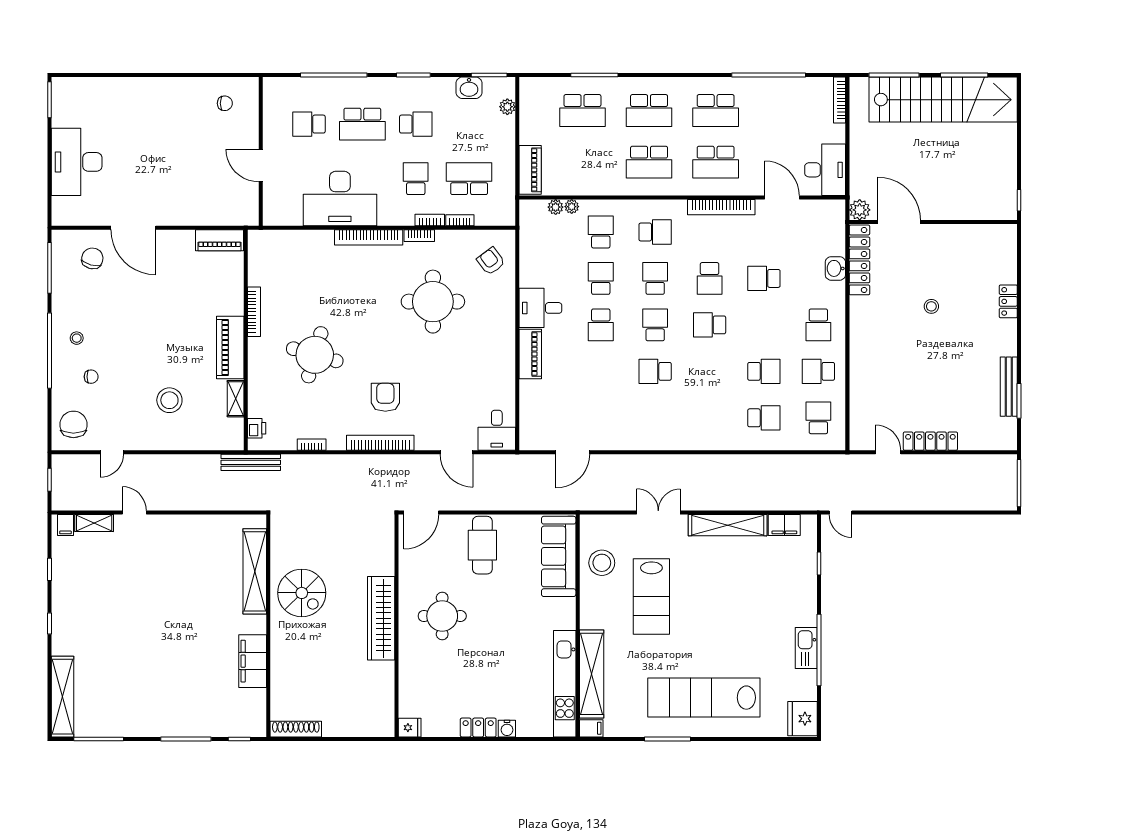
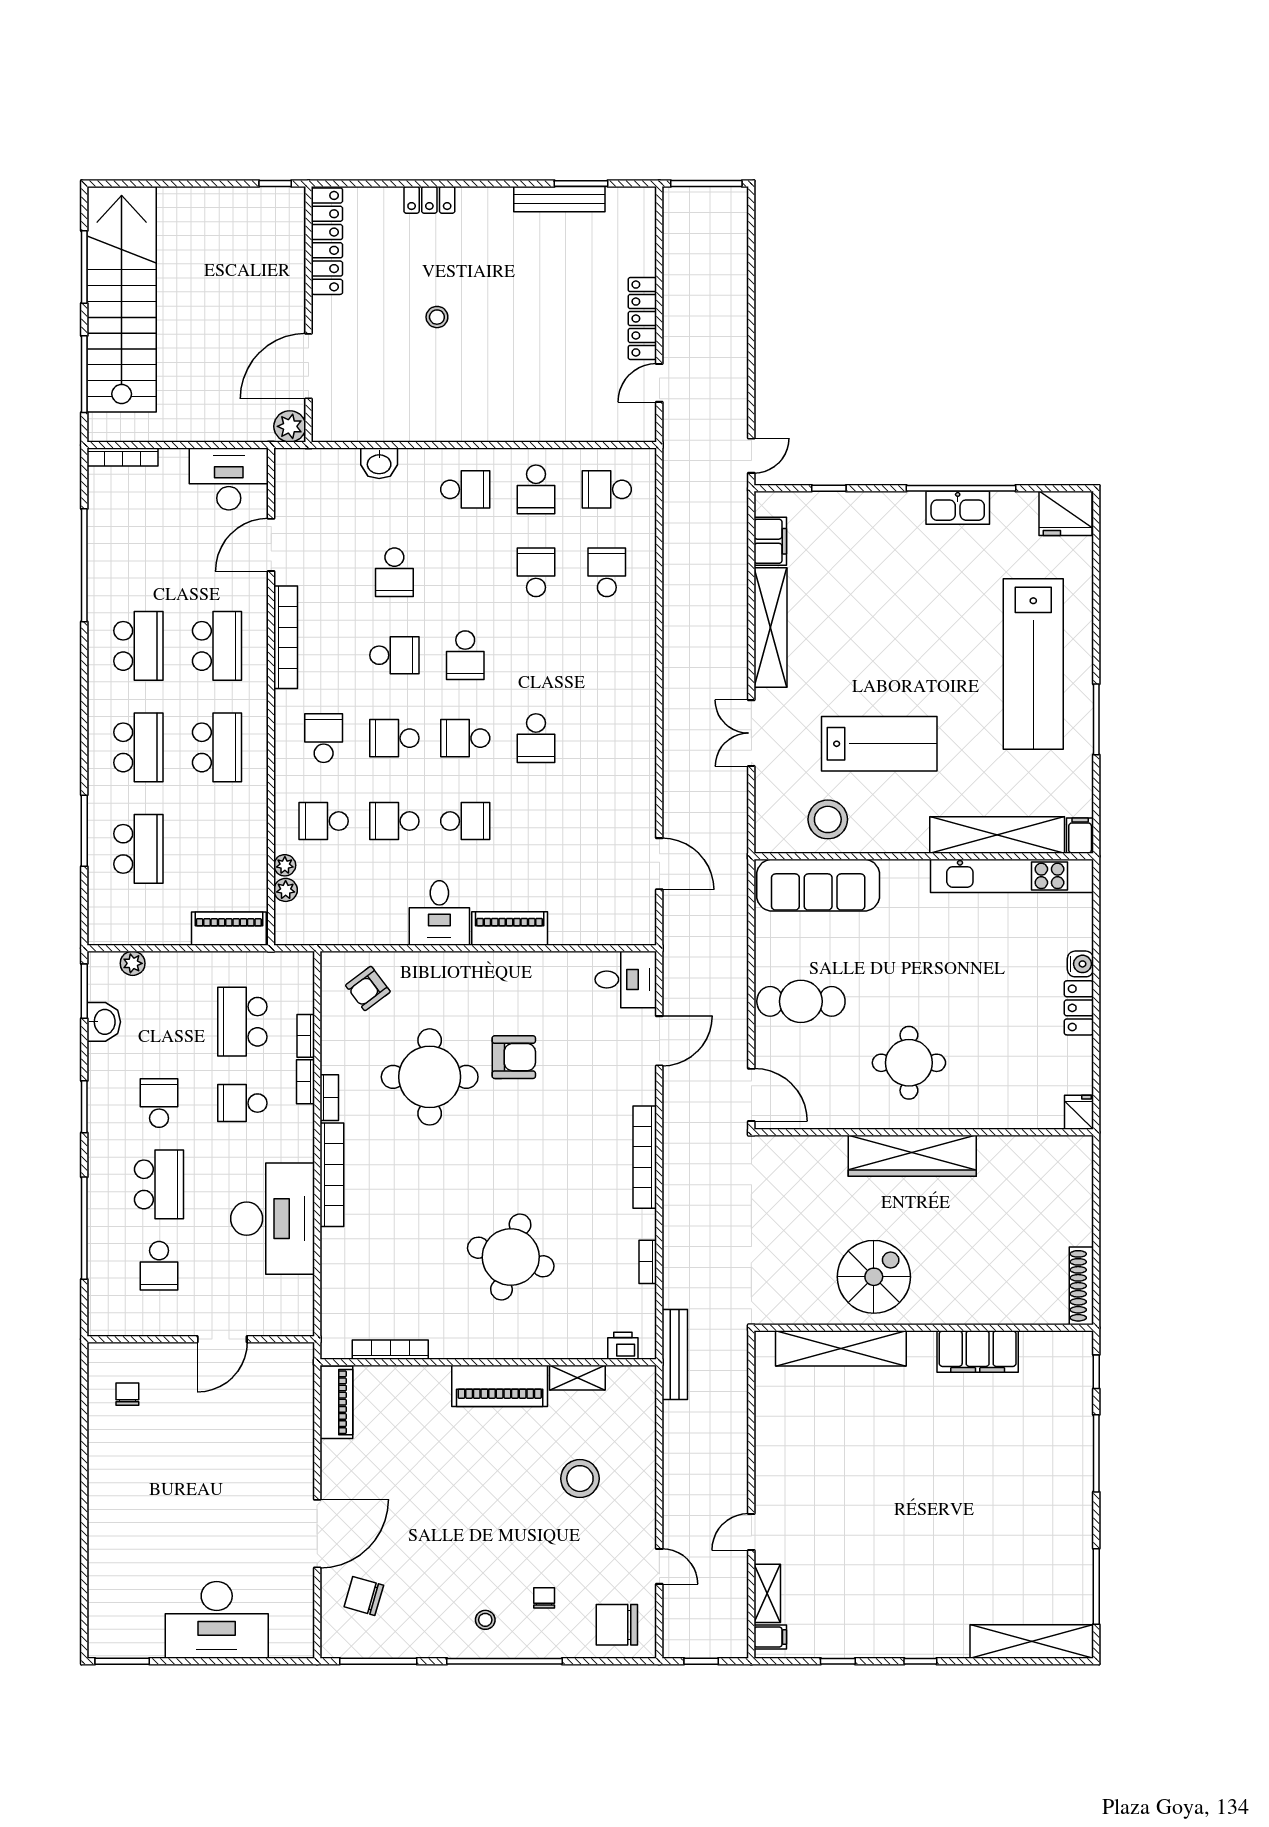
locker: (859, 260) -> (327, 241), moved, turned 90
bookcase: (254, 312) -> (390, 1350), moved
armchair: (385, 397) -> (514, 1057), moved, turned 180

